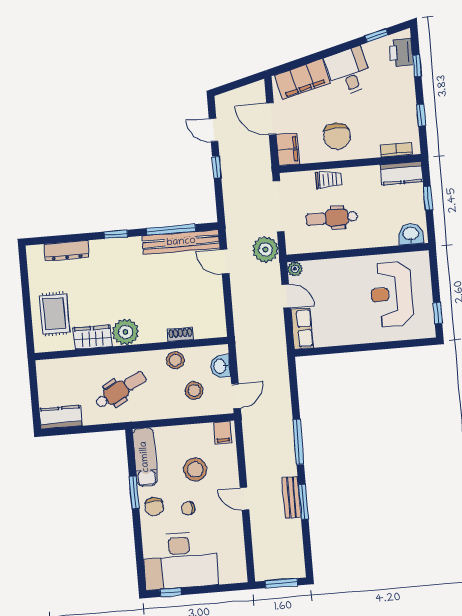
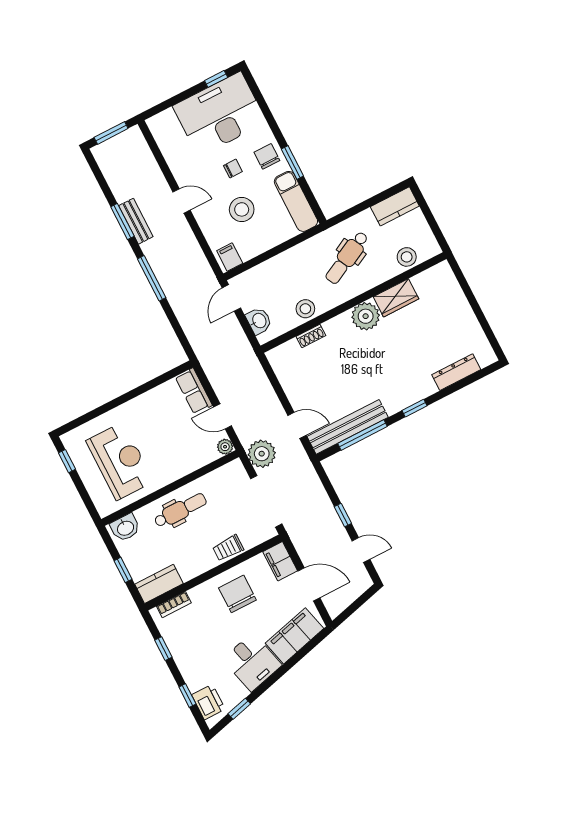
dental chair: (332, 218) -> (180, 510), moved
rug: (54, 314) -> (443, 305), removed
stool: (194, 391) -> (407, 257), moved

